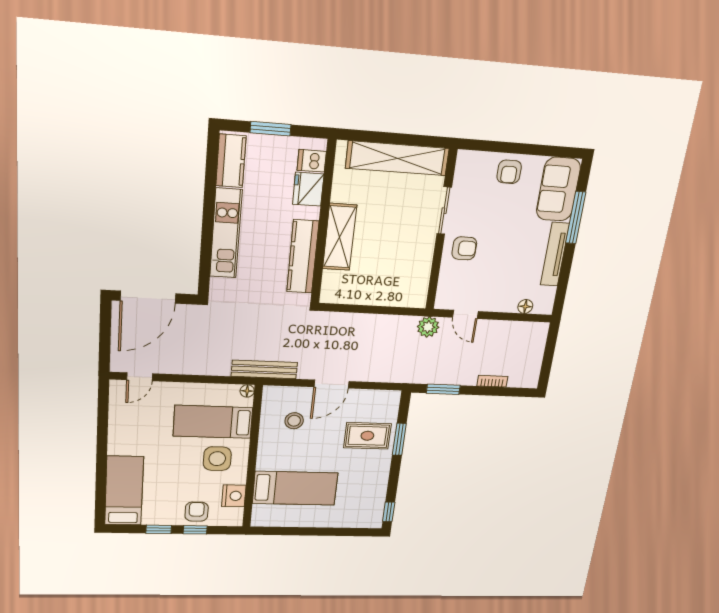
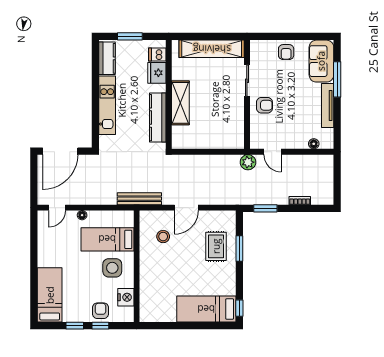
floor lamp: (247, 391) -> (82, 215), moved
rug: (367, 436) -> (216, 246), turned 90
bed: (295, 488) -> (206, 309), moved, turned 180

